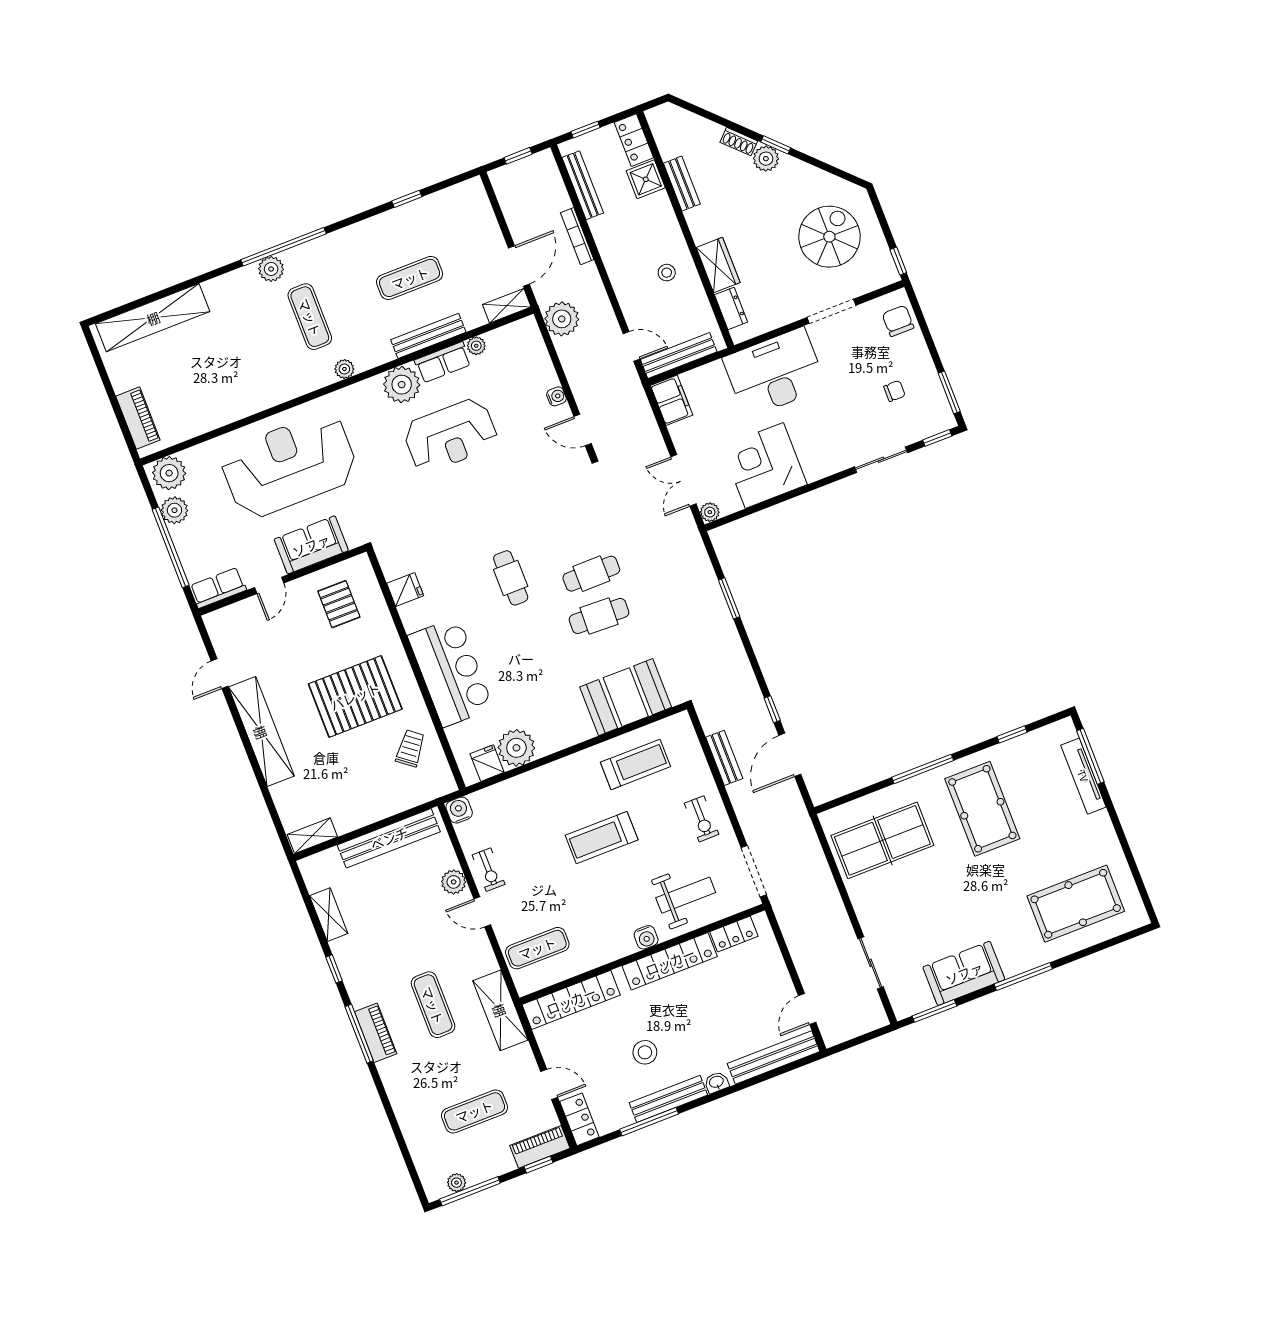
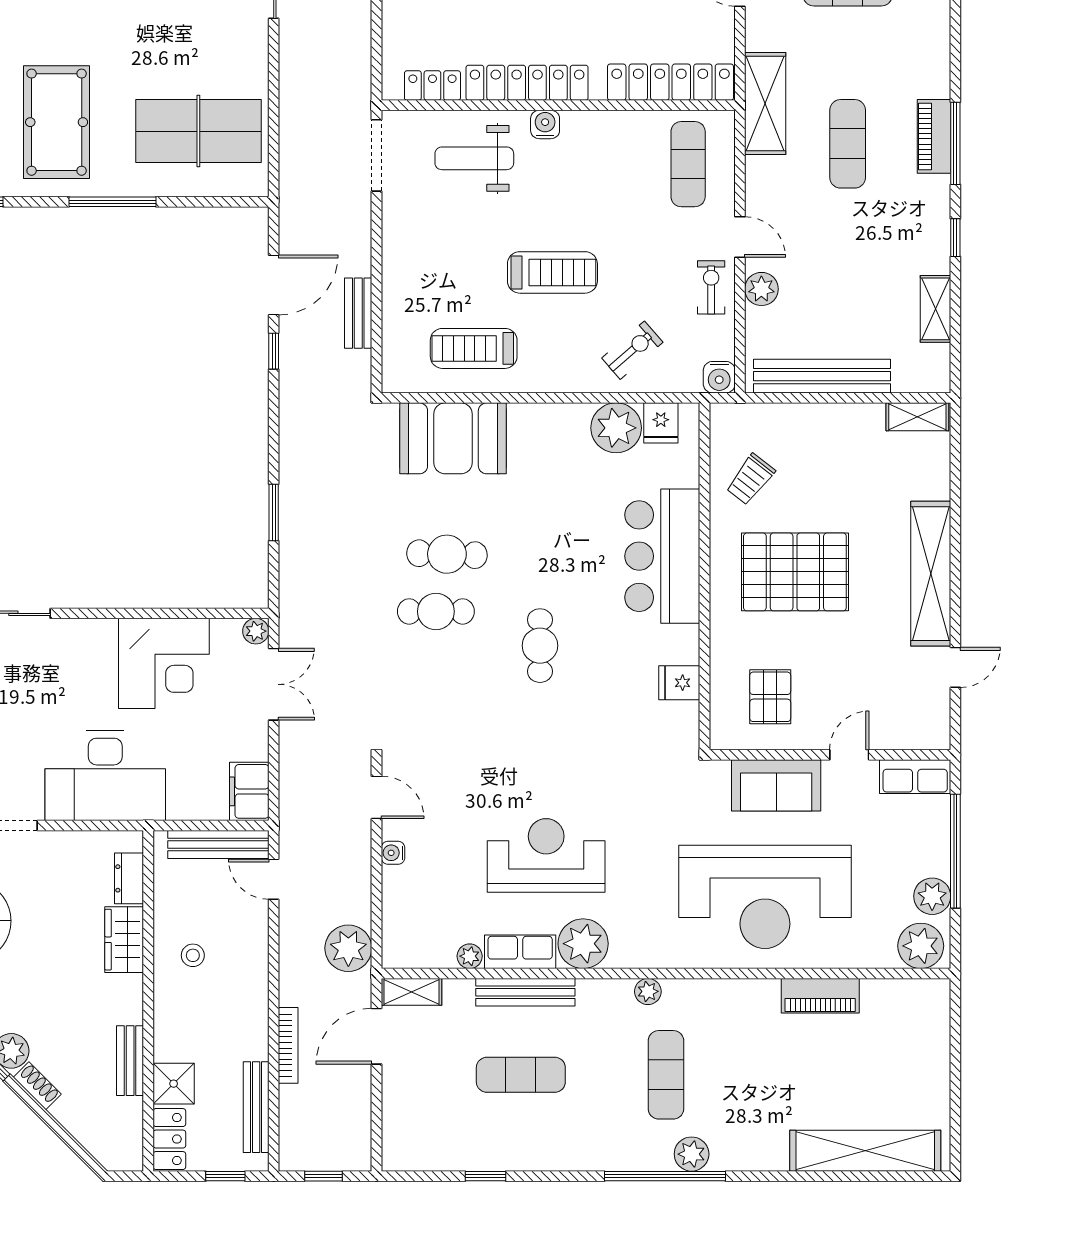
piano: (138, 418) -> (820, 996), moved, turned -90
exercise bike: (702, 819) -> (632, 350), moved, turned 49
exercise mat: (537, 948) -> (688, 164), turned 90

